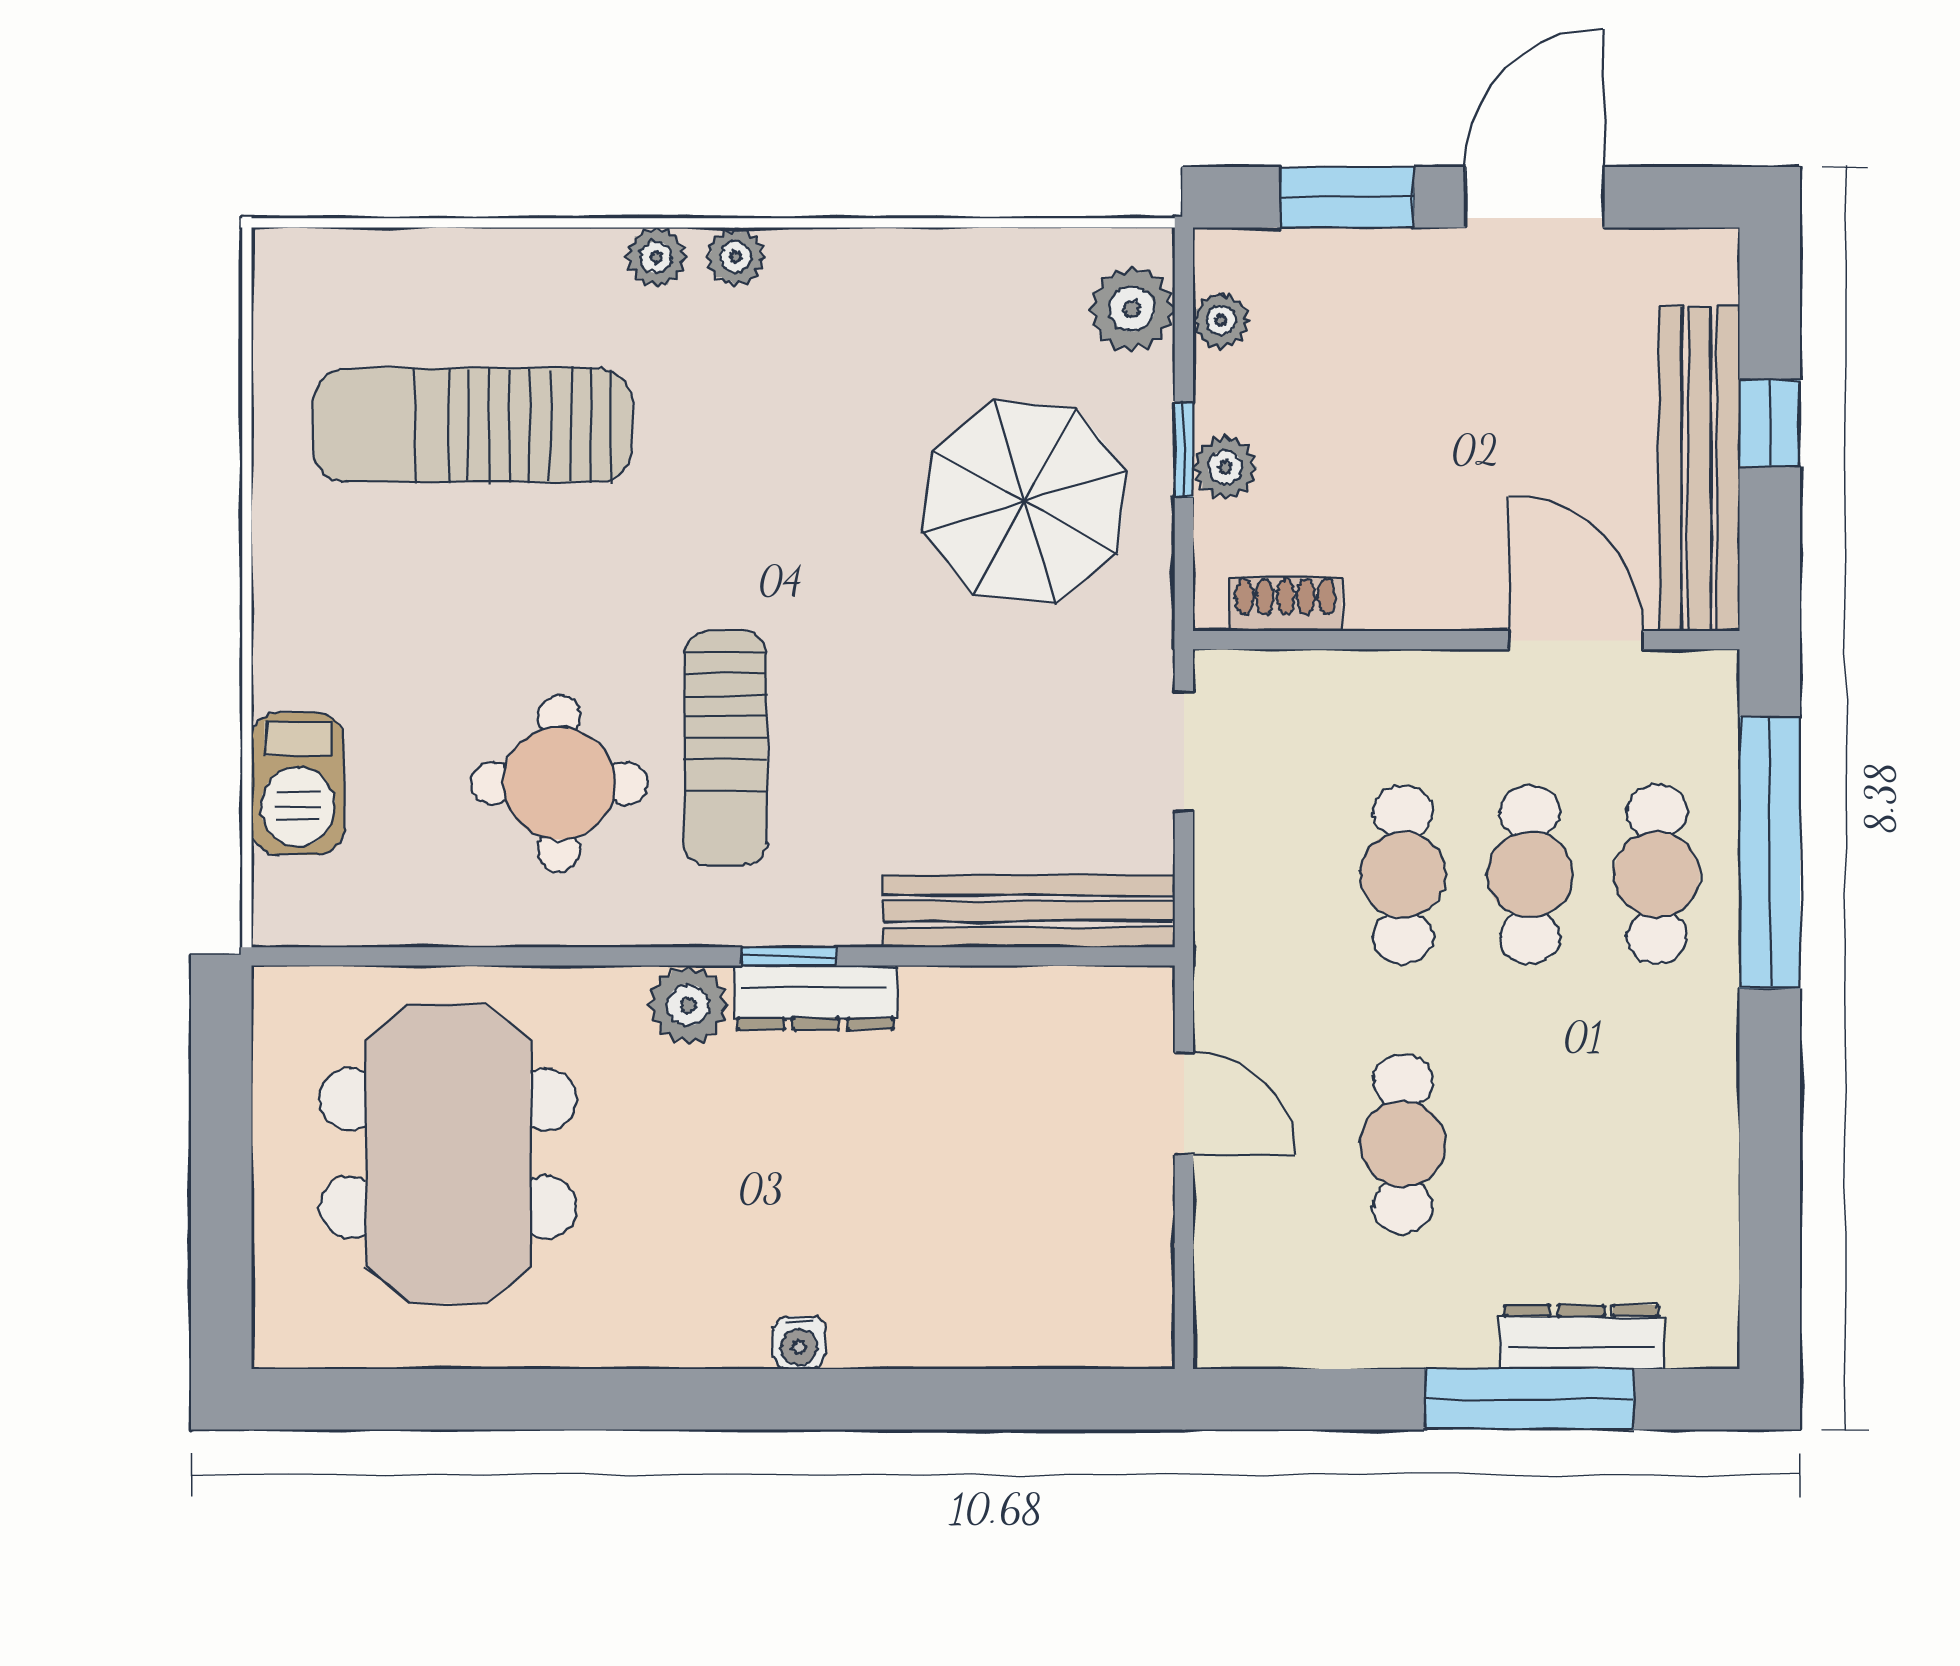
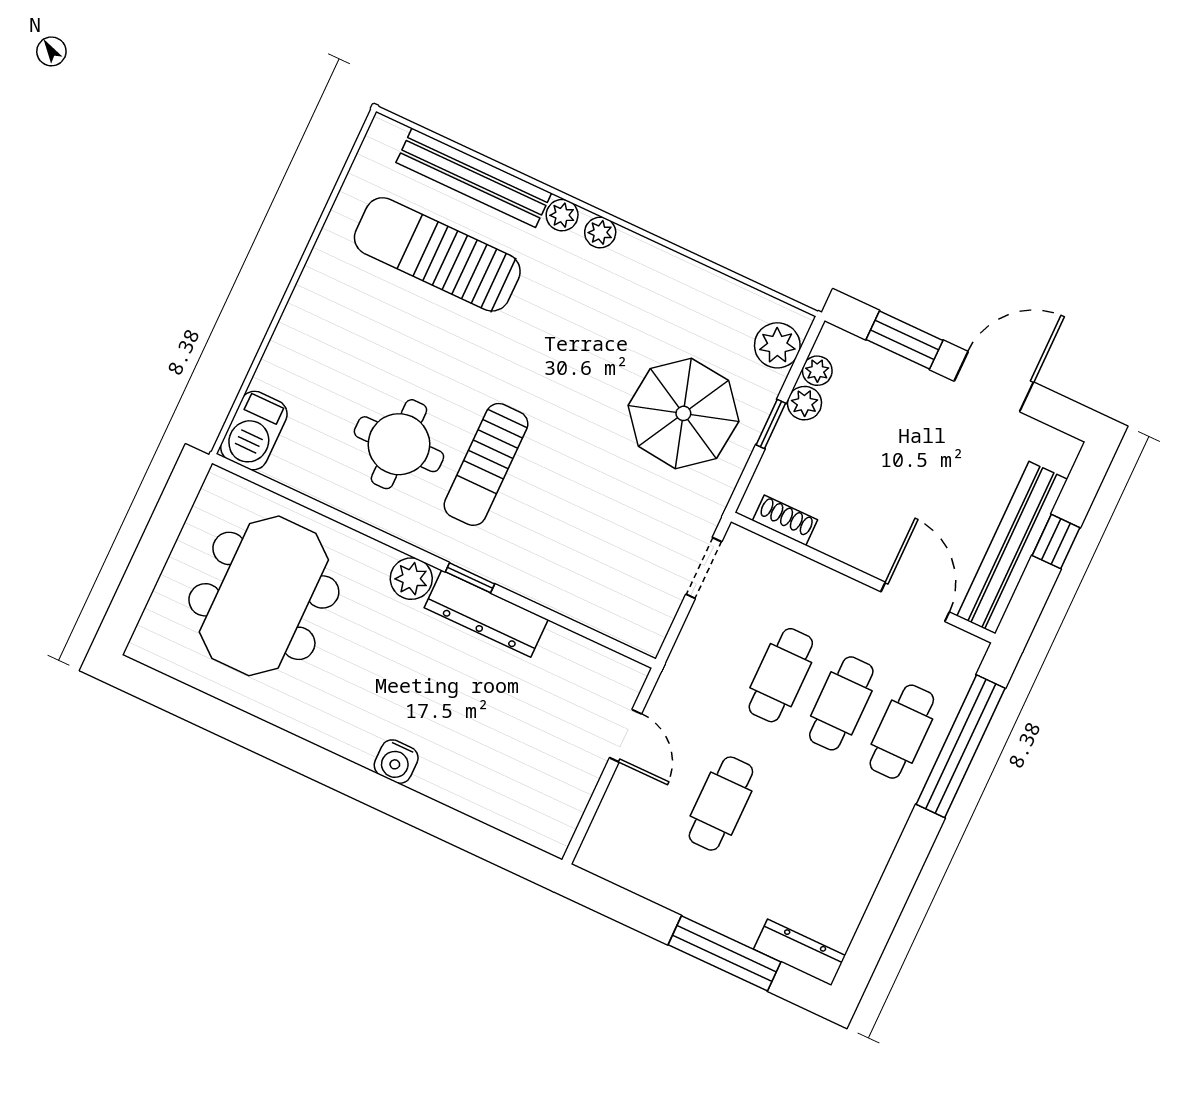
plant: (1225, 468) -> (804, 403), moved
barbecue: (298, 784) -> (254, 431), moved
bench: (1029, 911) -> (474, 178), moved
dresser: (816, 997) -> (486, 614), width x1.37, depth x1.24
dresser: (1581, 1337) -> (800, 952), moved
water cooler: (799, 1343) -> (396, 762), width x1.38, depth x1.38

